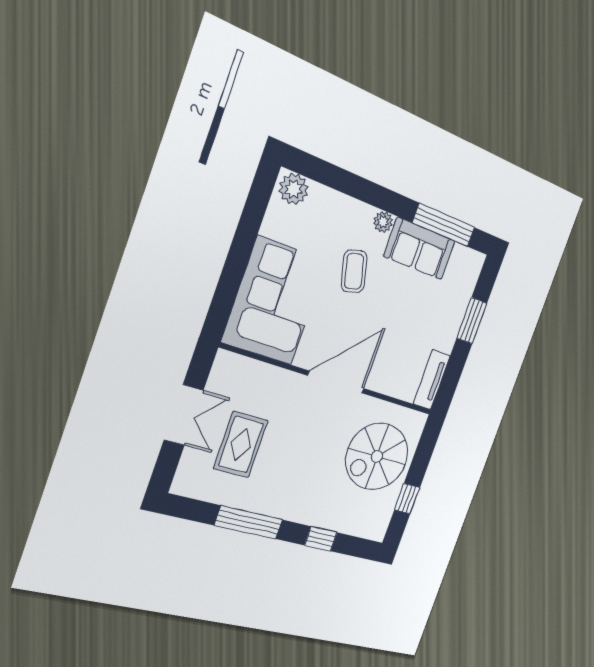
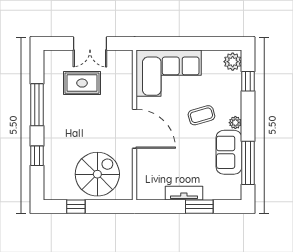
window: (332, 176) -> (248, 81), added
tv unit: (432, 380) -> (184, 193), moved
spiral stairs: (377, 456) -> (97, 174), turned 90

